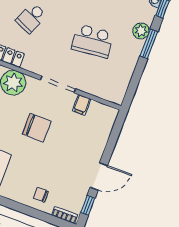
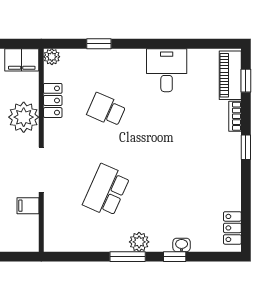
school desk: (93, 41) -> (106, 191), turned 30

